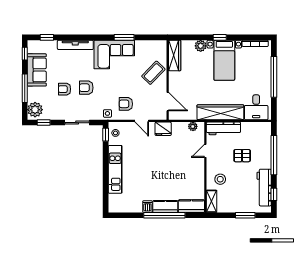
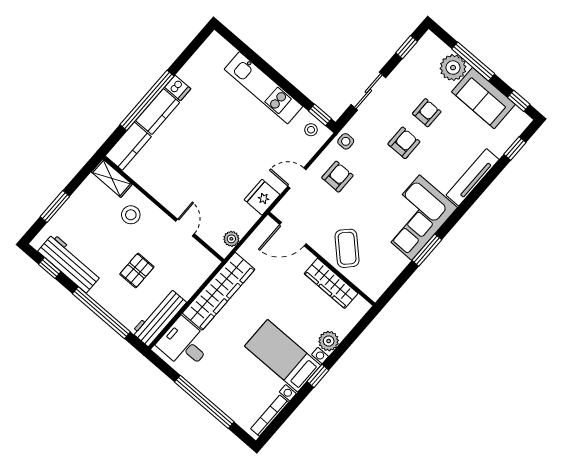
wardrobe: (175, 55) -> (331, 283), moved
plant: (35, 110) -> (453, 68), moved
workbench: (223, 128) -> (159, 317), moved

